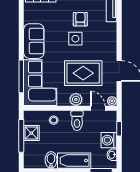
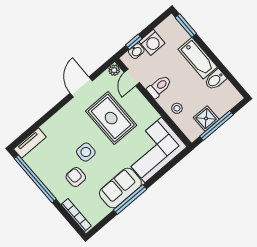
armchair: (80, 19) -> (76, 177), moved, turned 90
window: (21, 76) -> (130, 200), moved
plant: (76, 99) -> (141, 104), removed
washbasin: (112, 155) -> (136, 51), moved

